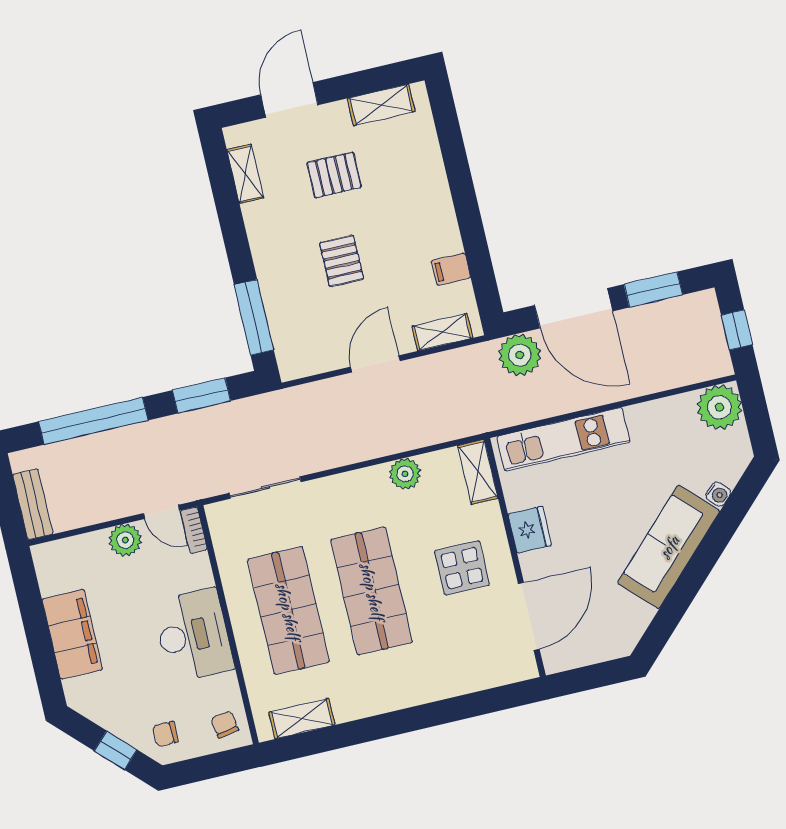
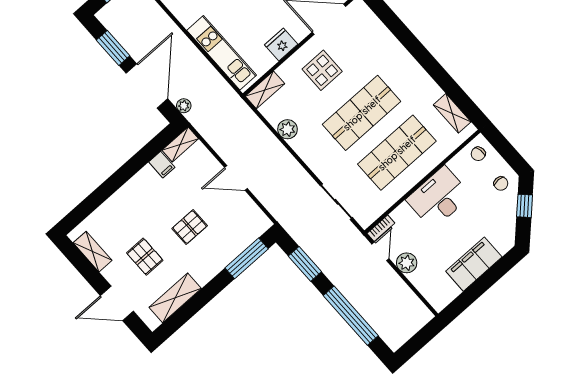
shelving: (245, 174) -> (175, 298), width x1.50, depth x1.33
shelving: (442, 332) -> (180, 144), moved, turned 90
plant: (520, 355) -> (184, 106), width x0.53, depth x0.53
bench: (33, 504) -> (414, 324), removed

